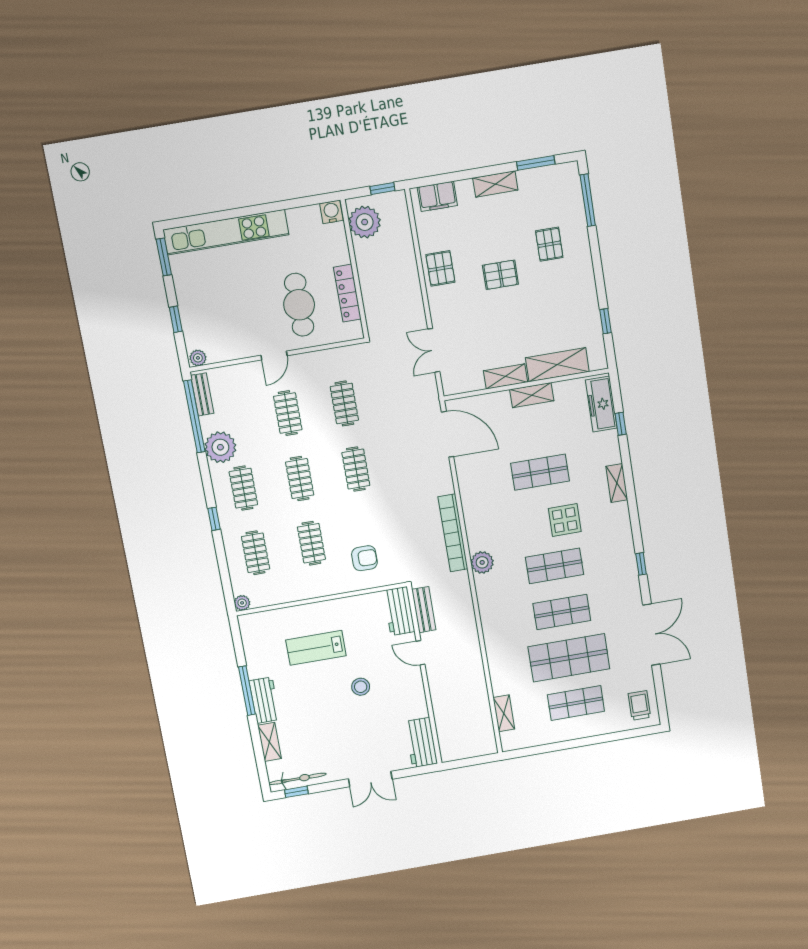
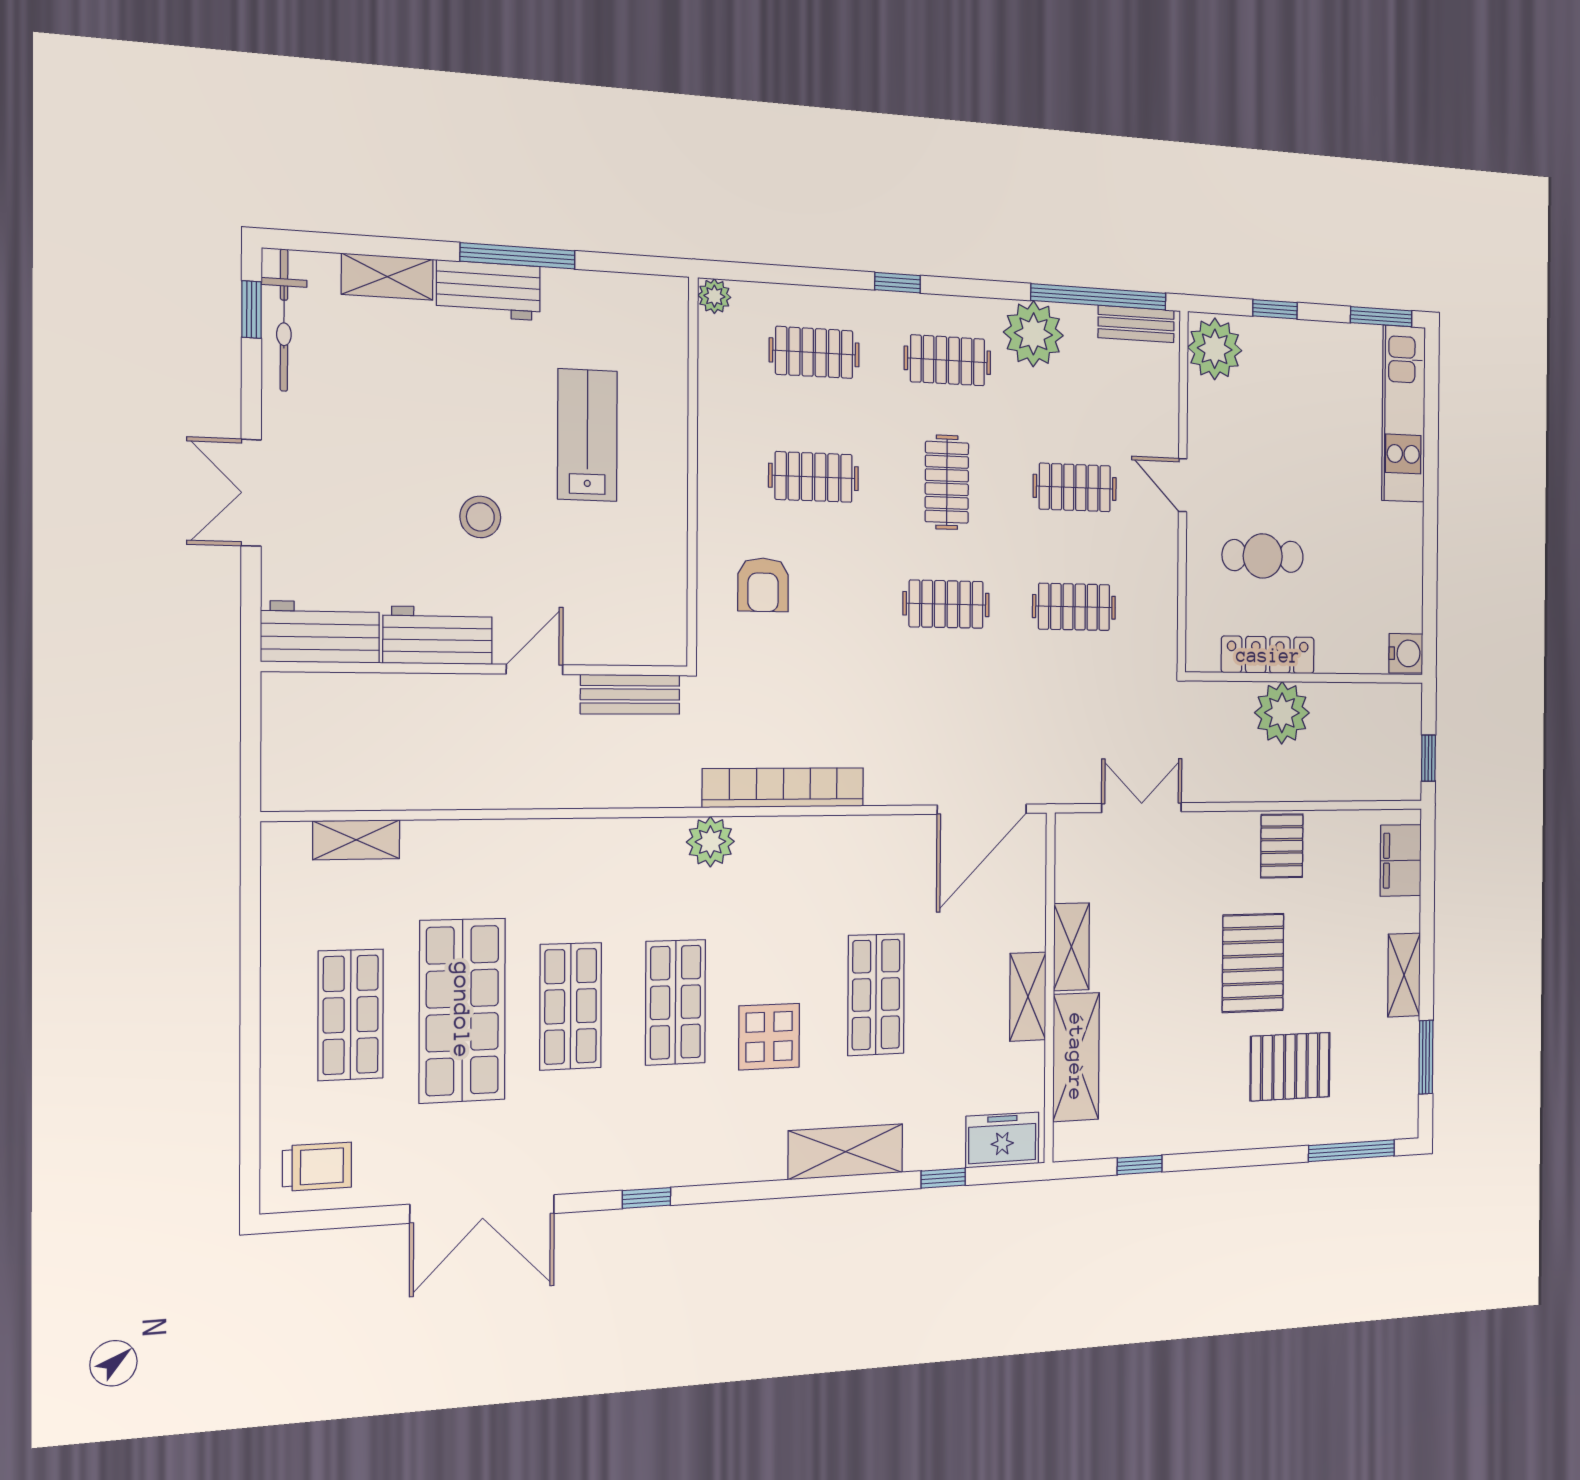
plant: (365, 222) -> (1282, 713), moved
kitchen unit: (226, 232) -> (1404, 414), width x0.73
pallet: (549, 244) -> (1290, 1067), width x1.50, depth x1.42
pallet: (440, 268) -> (1282, 846), turned 90
pallet: (500, 275) -> (1253, 963), width x1.50, depth x1.42
cafe table: (299, 305) -> (1263, 556), width x0.73, depth x0.74
plant: (198, 358) -> (1215, 349), width x1.88, depth x1.88
freezer: (601, 404) -> (1002, 1140), width x0.71
clothes rail: (300, 479) -> (947, 482), turned 90
shelving: (617, 483) -> (846, 1152), width x1.50, depth x1.33
workbench: (399, 611) -> (438, 635), moved

